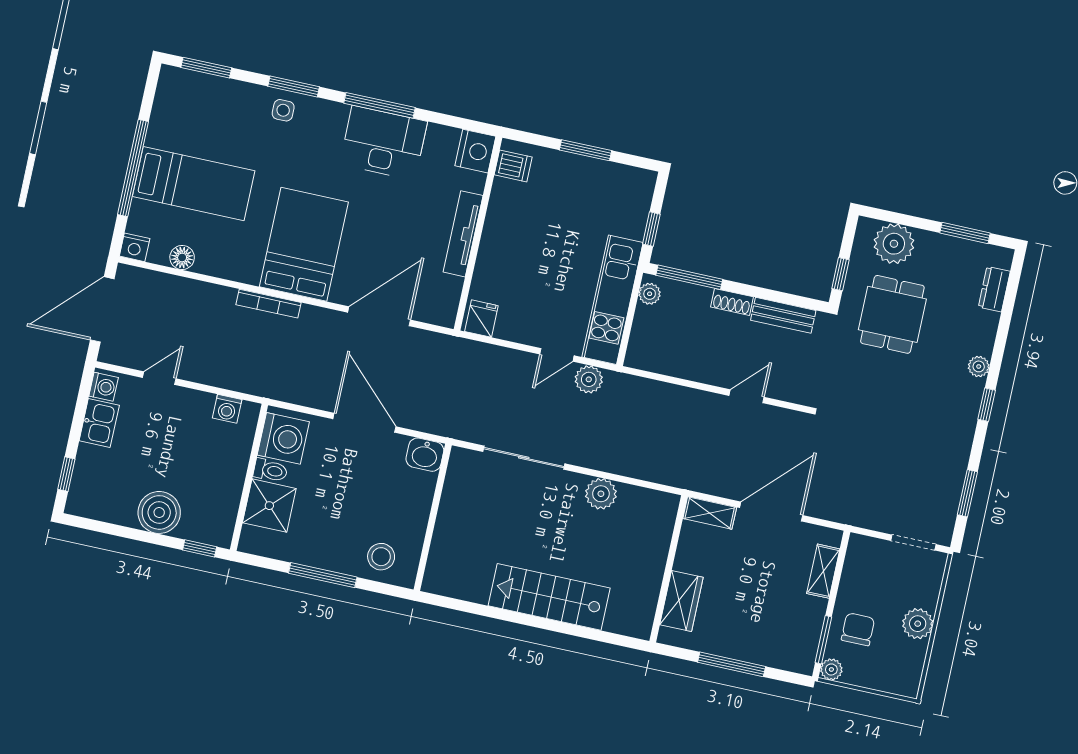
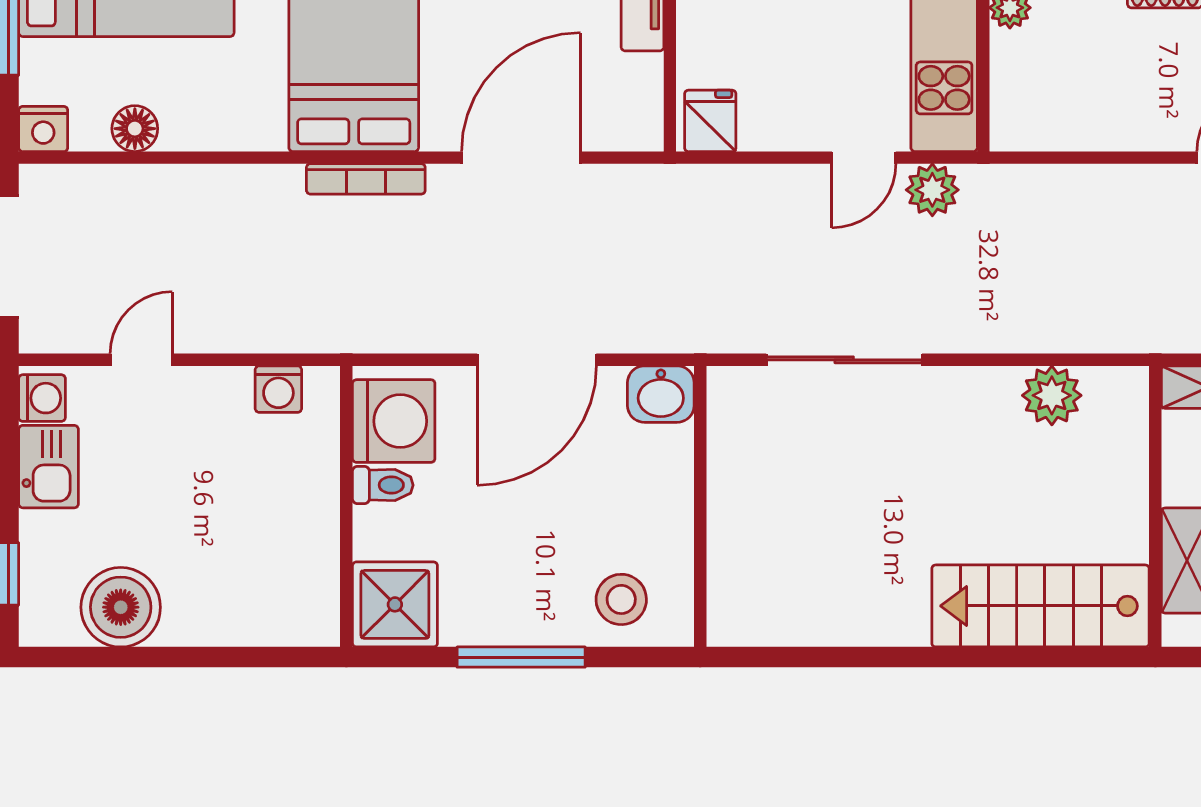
bookcase: (268, 304) -> (366, 179), moved
door: (364, 423) -> (537, 360), swing flipped
plant: (601, 494) -> (1052, 395), moved
shower: (269, 506) -> (395, 604), moved
boiler: (159, 512) -> (121, 607), moved
window: (200, 548) -> (284, 657), removed
stairs: (549, 597) -> (1040, 606), moved

